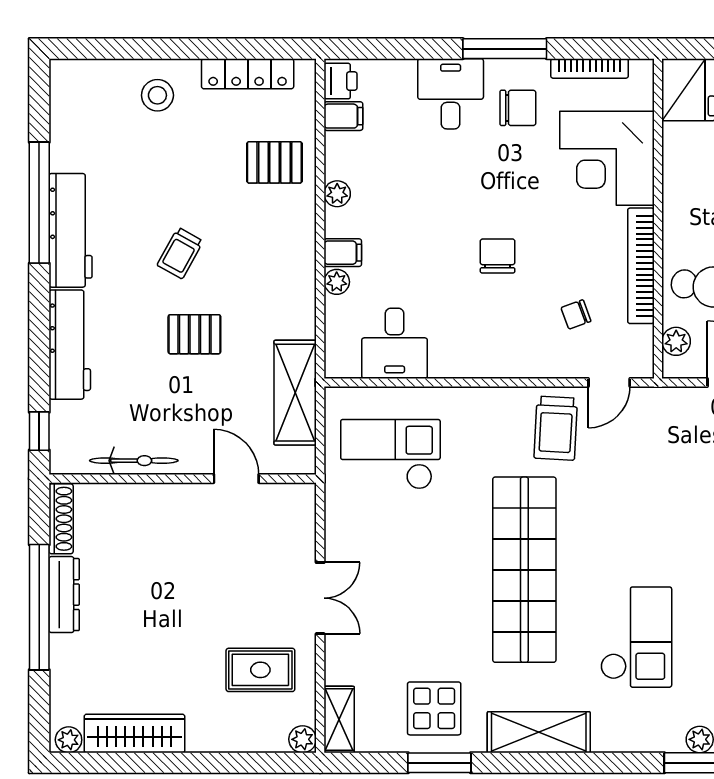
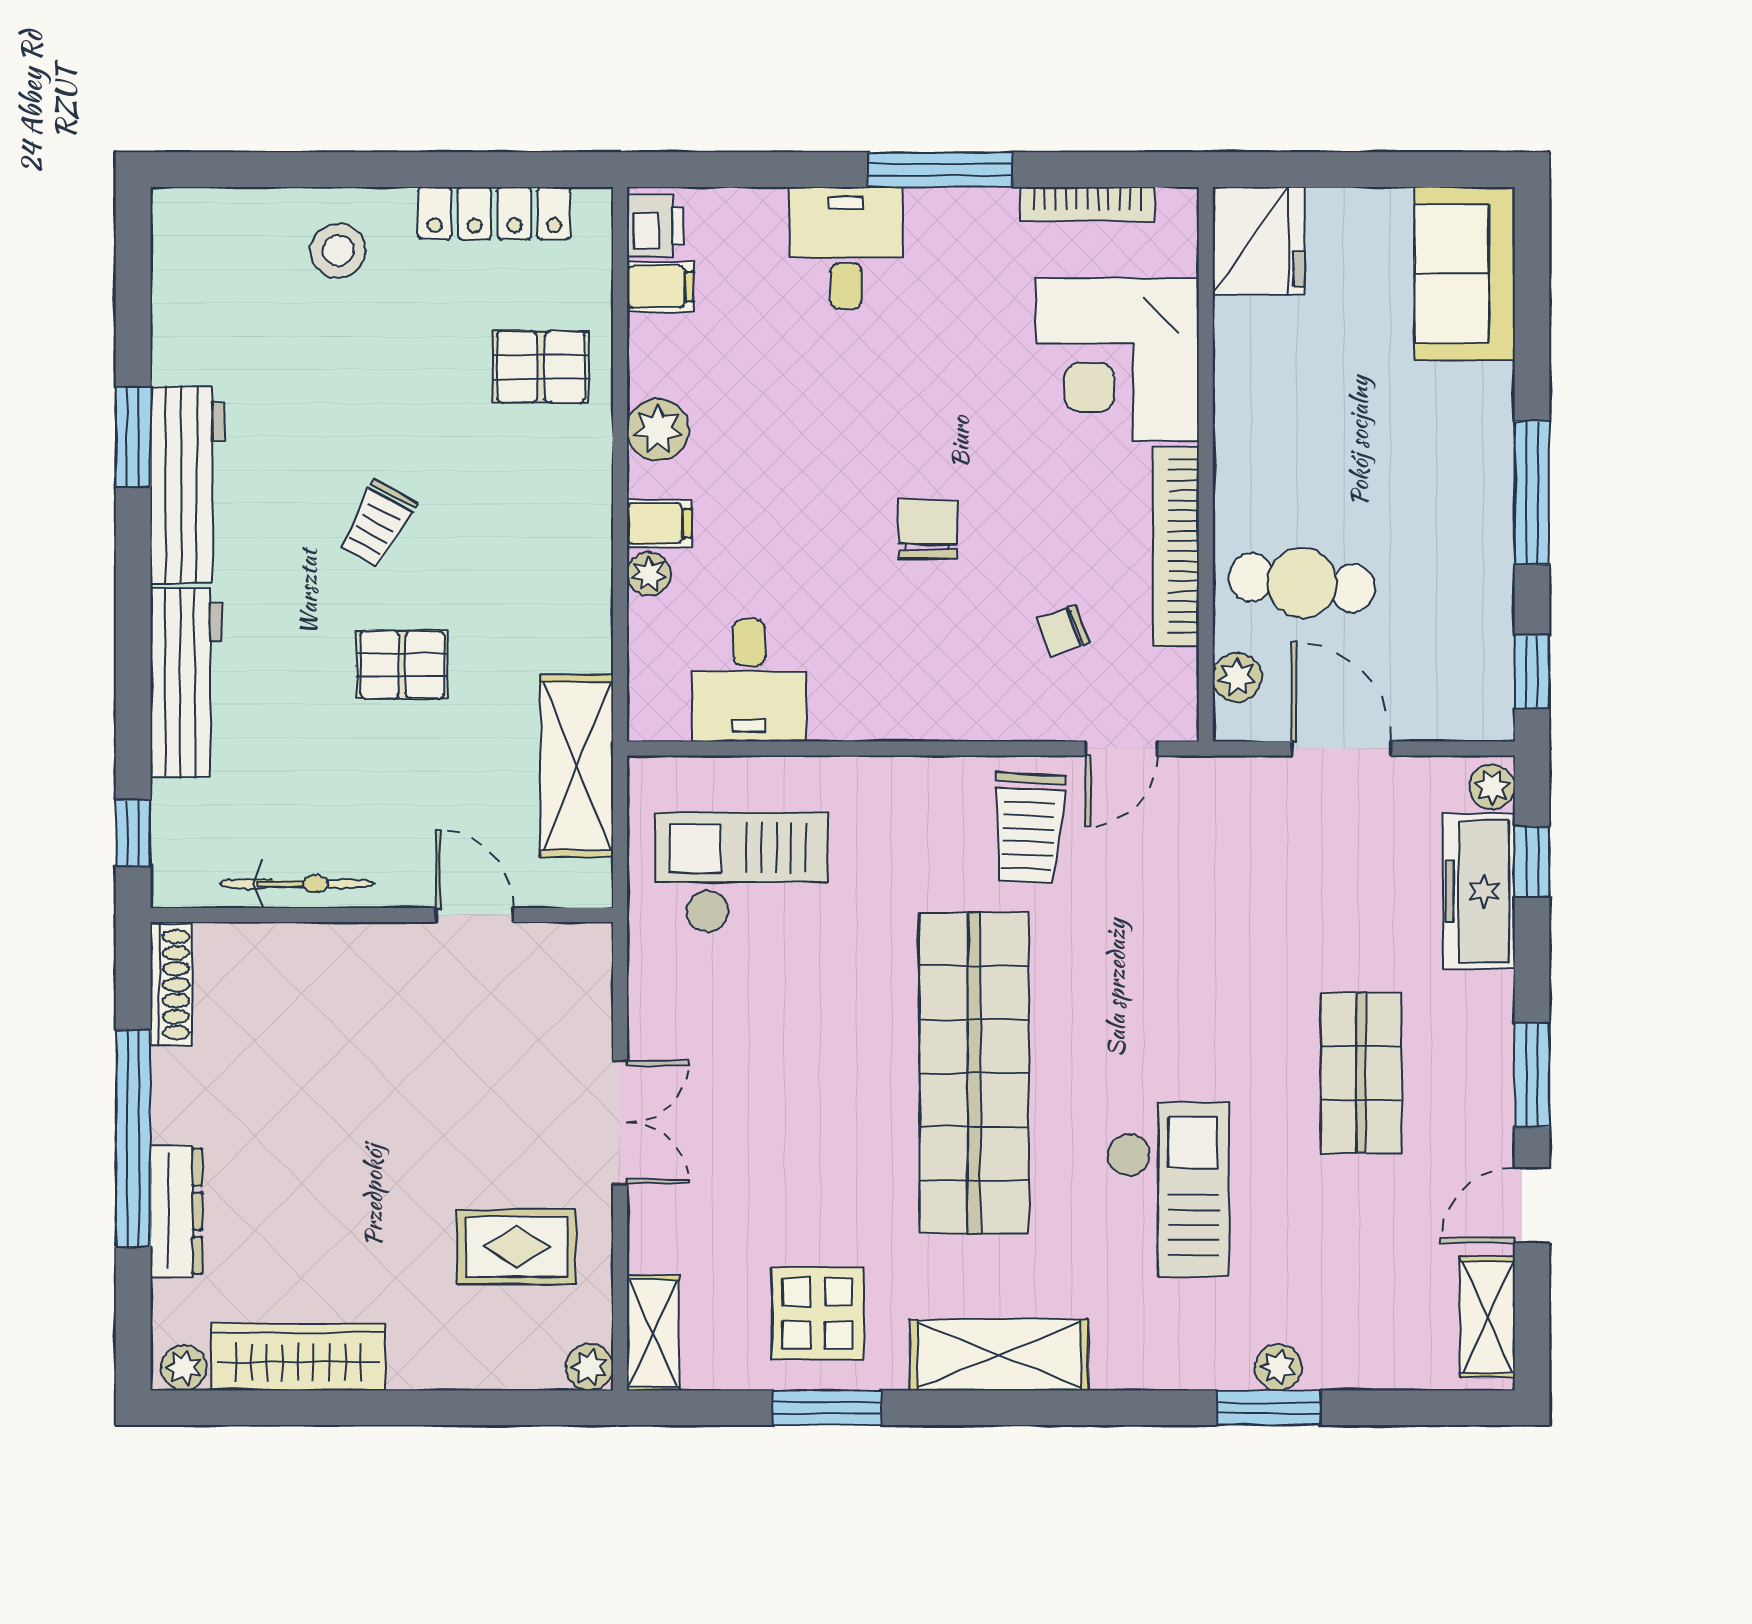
chair: (518, 108) -> (963, 272), removed
plant: (337, 194) -> (658, 430), width x1.38, depth x1.38
window: (39, 203) -> (133, 437), width x0.47
dresser: (64, 595) -> (176, 1211), moved

